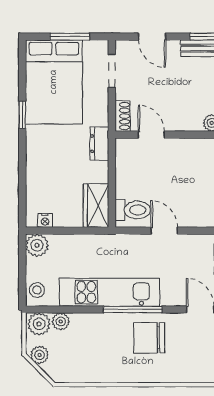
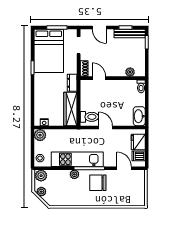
wardrobe: (96, 206) -> (70, 109), width x1.50
plant: (61, 321) -> (74, 174), moved

